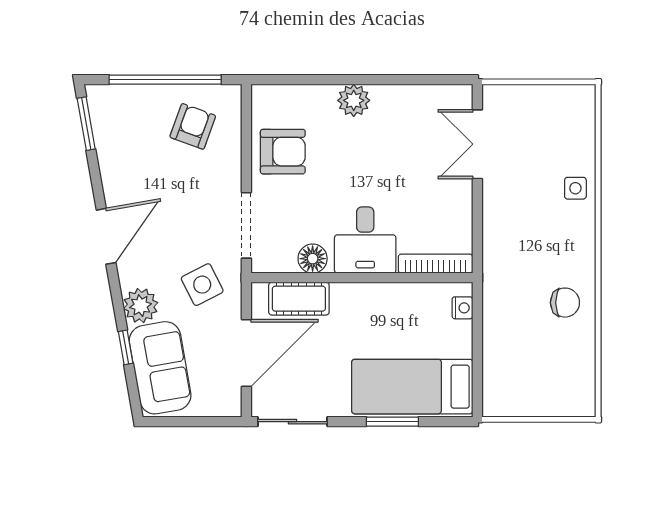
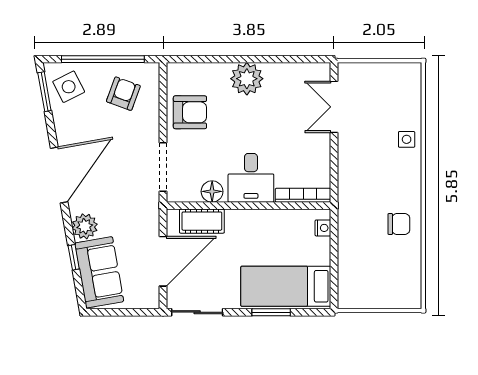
plant: (354, 100) -> (247, 79), width x1.36, depth x1.36
door: (106, 236) -> (59, 175), width x1.36
side table: (202, 285) -> (69, 87), moved

